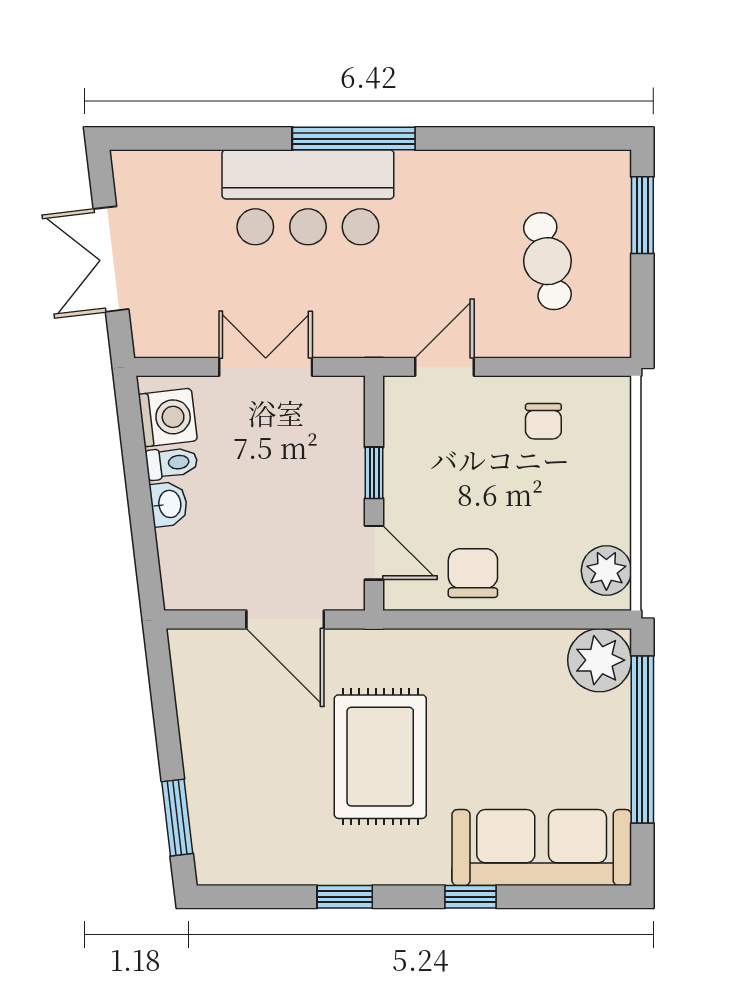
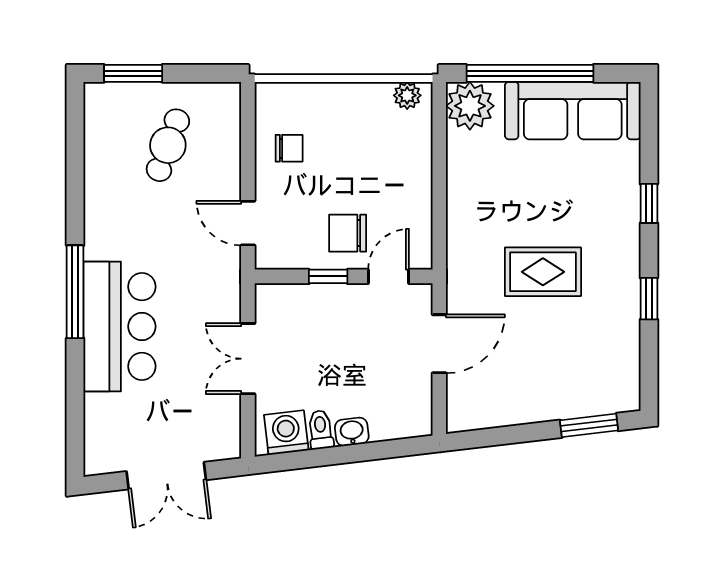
cafe table: (547, 261) -> (168, 145), turned -58
plant: (606, 571) -> (407, 95), width x0.73, depth x0.73
chair: (473, 573) -> (348, 233), moved
rug: (380, 757) -> (543, 272), width x0.73, depth x0.70
sofa: (542, 848) -> (573, 111), moved, turned -90

